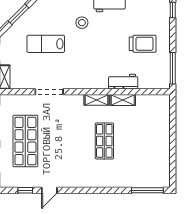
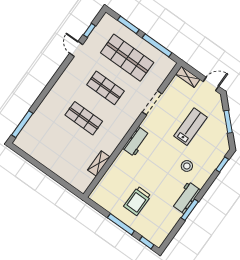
window: (173, 68) -> (121, 224), moved
workbench: (123, 82) -> (136, 141), moved
shelving: (97, 100) -> (120, 135), removed
shelving: (123, 100) -> (99, 164), moved
shop shelf: (65, 141) -> (105, 88), added

